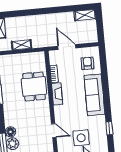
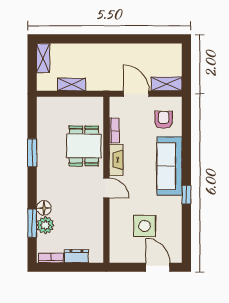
shelving: (85, 15) -> (167, 84), moved
window: (109, 128) -> (186, 195), moved
door: (54, 131) -> (106, 188), moved

